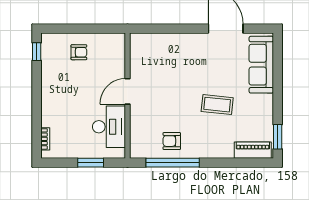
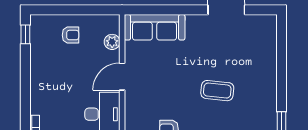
plant: (118, 59) -> (112, 42), added
sofa: (261, 65) -> (155, 27), moved, turned -90

